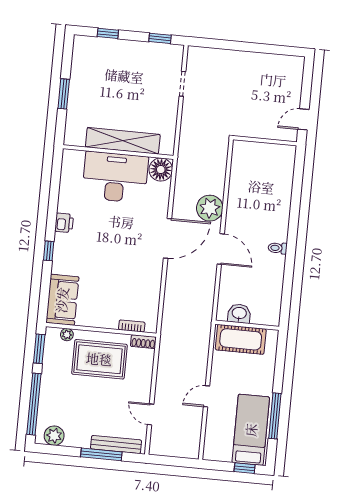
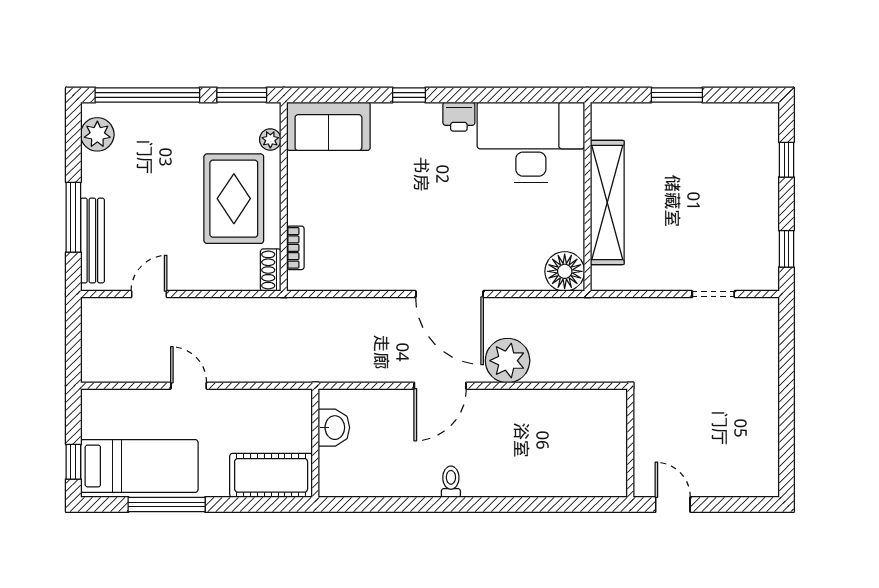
desk: (115, 177) -> (531, 142), moved, turned -90
cot: (241, 339) -> (271, 475), moved, turned 90

